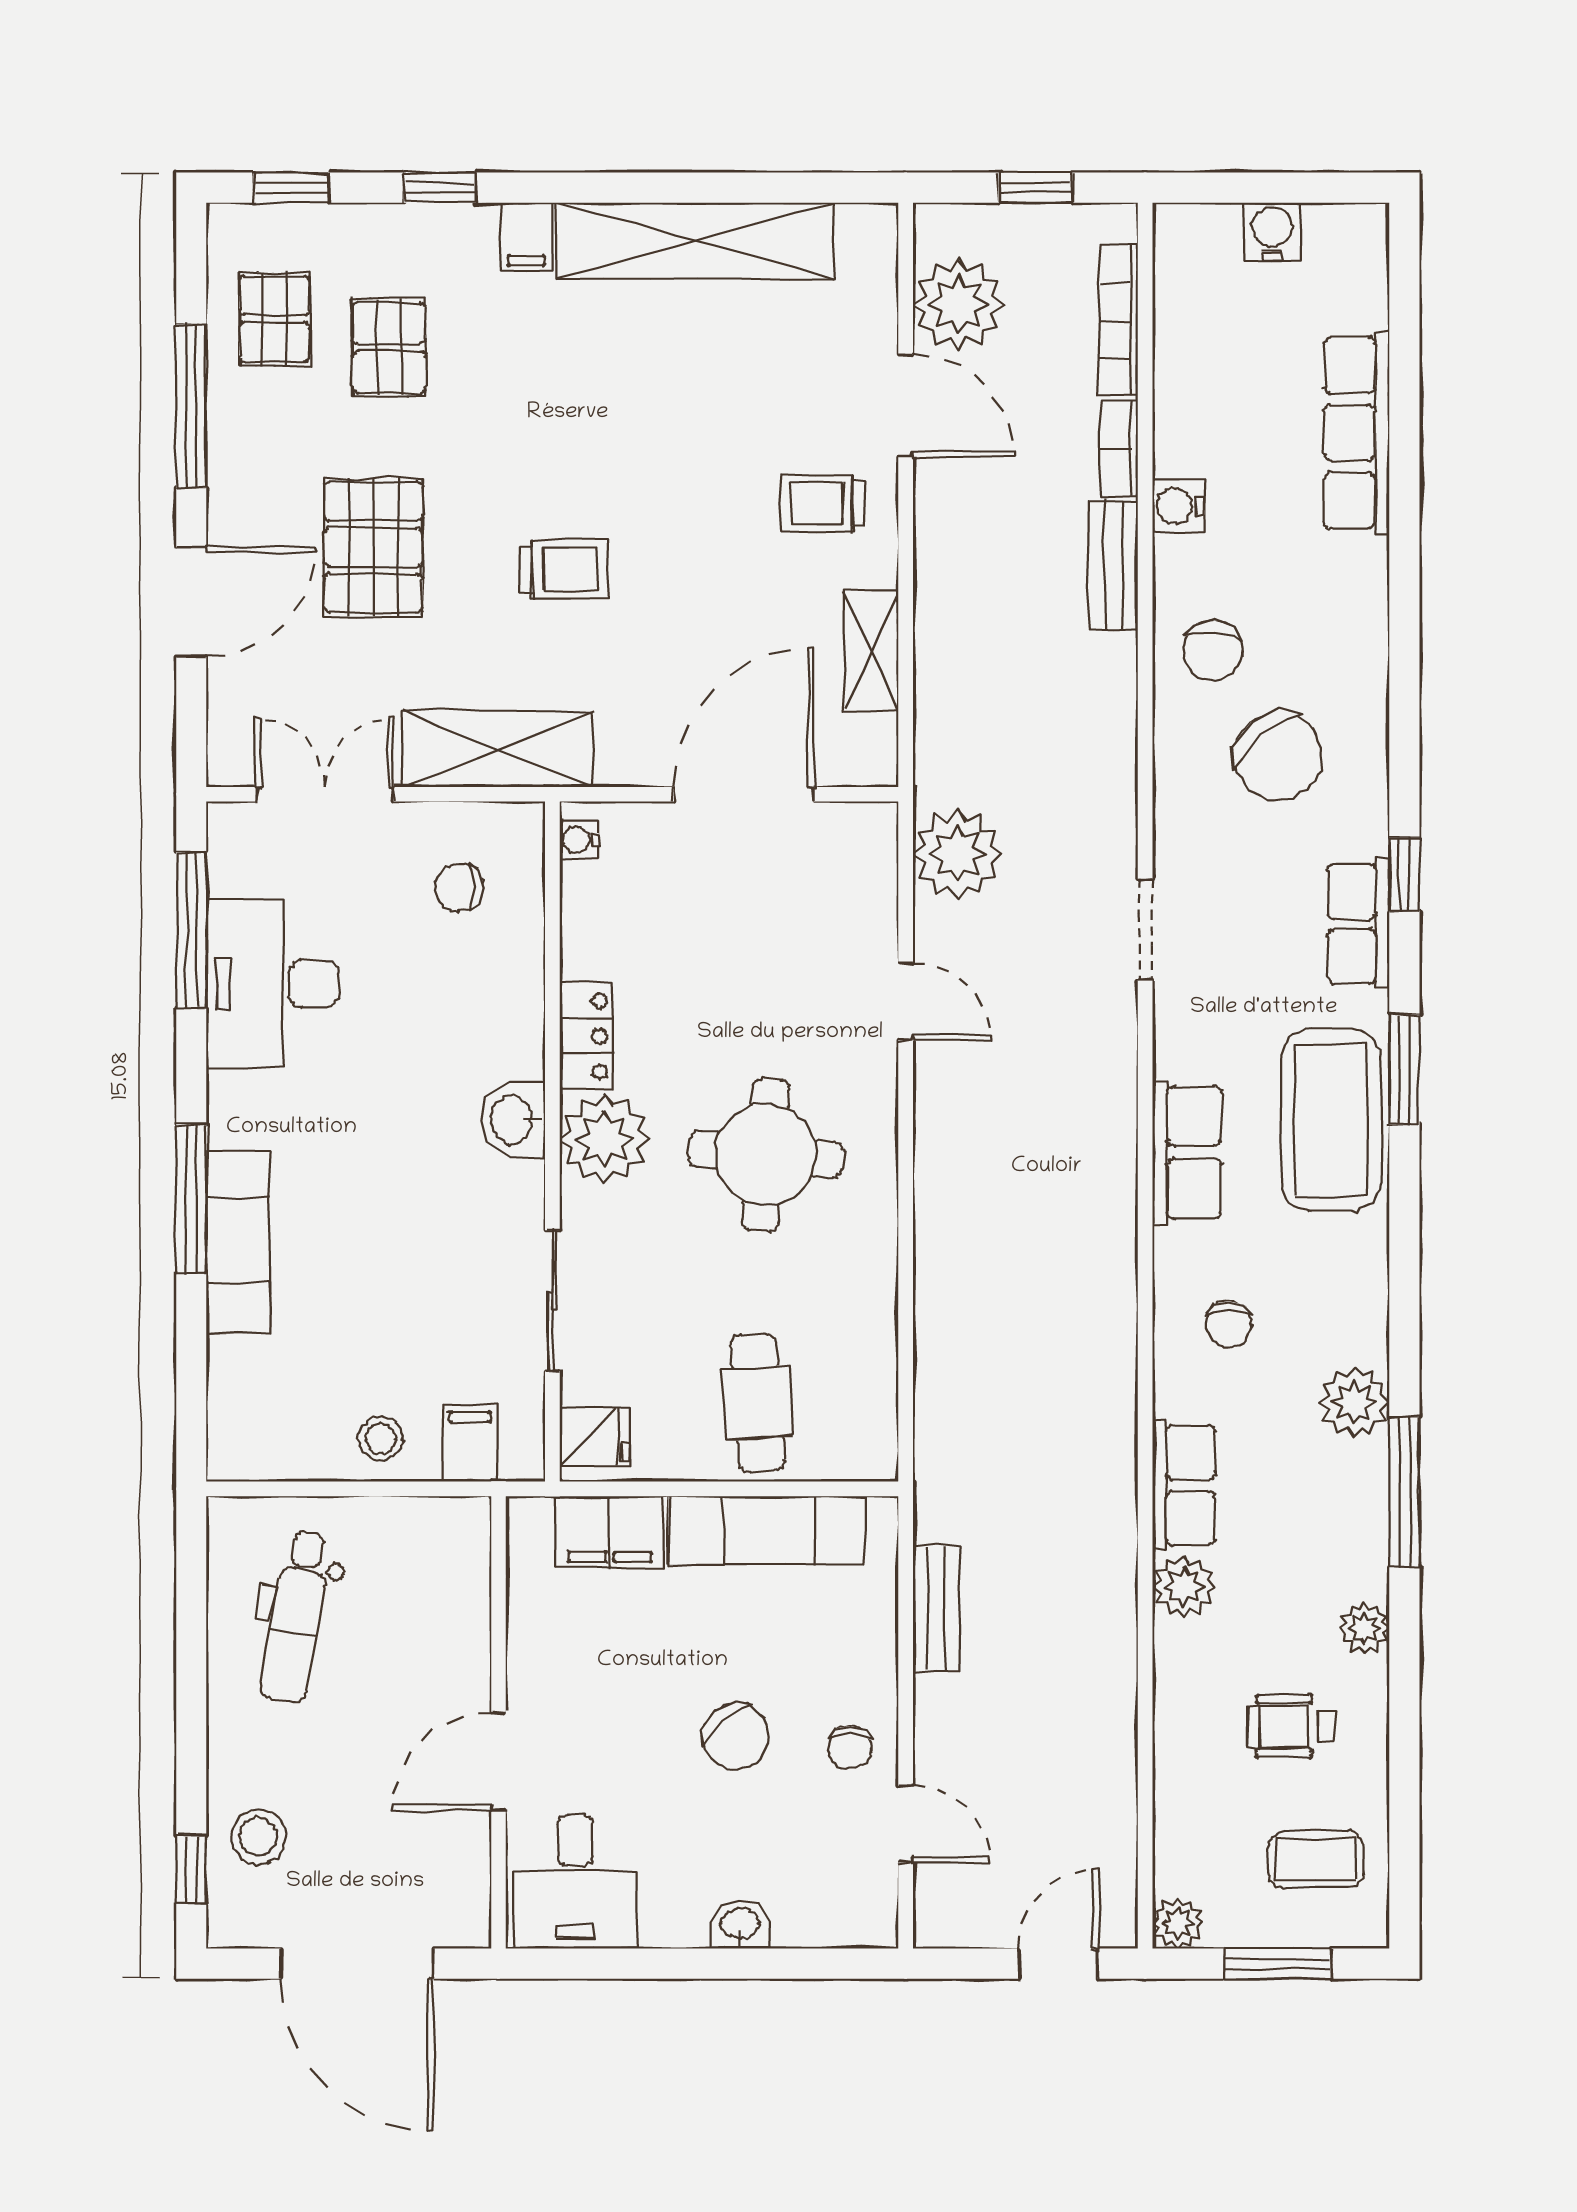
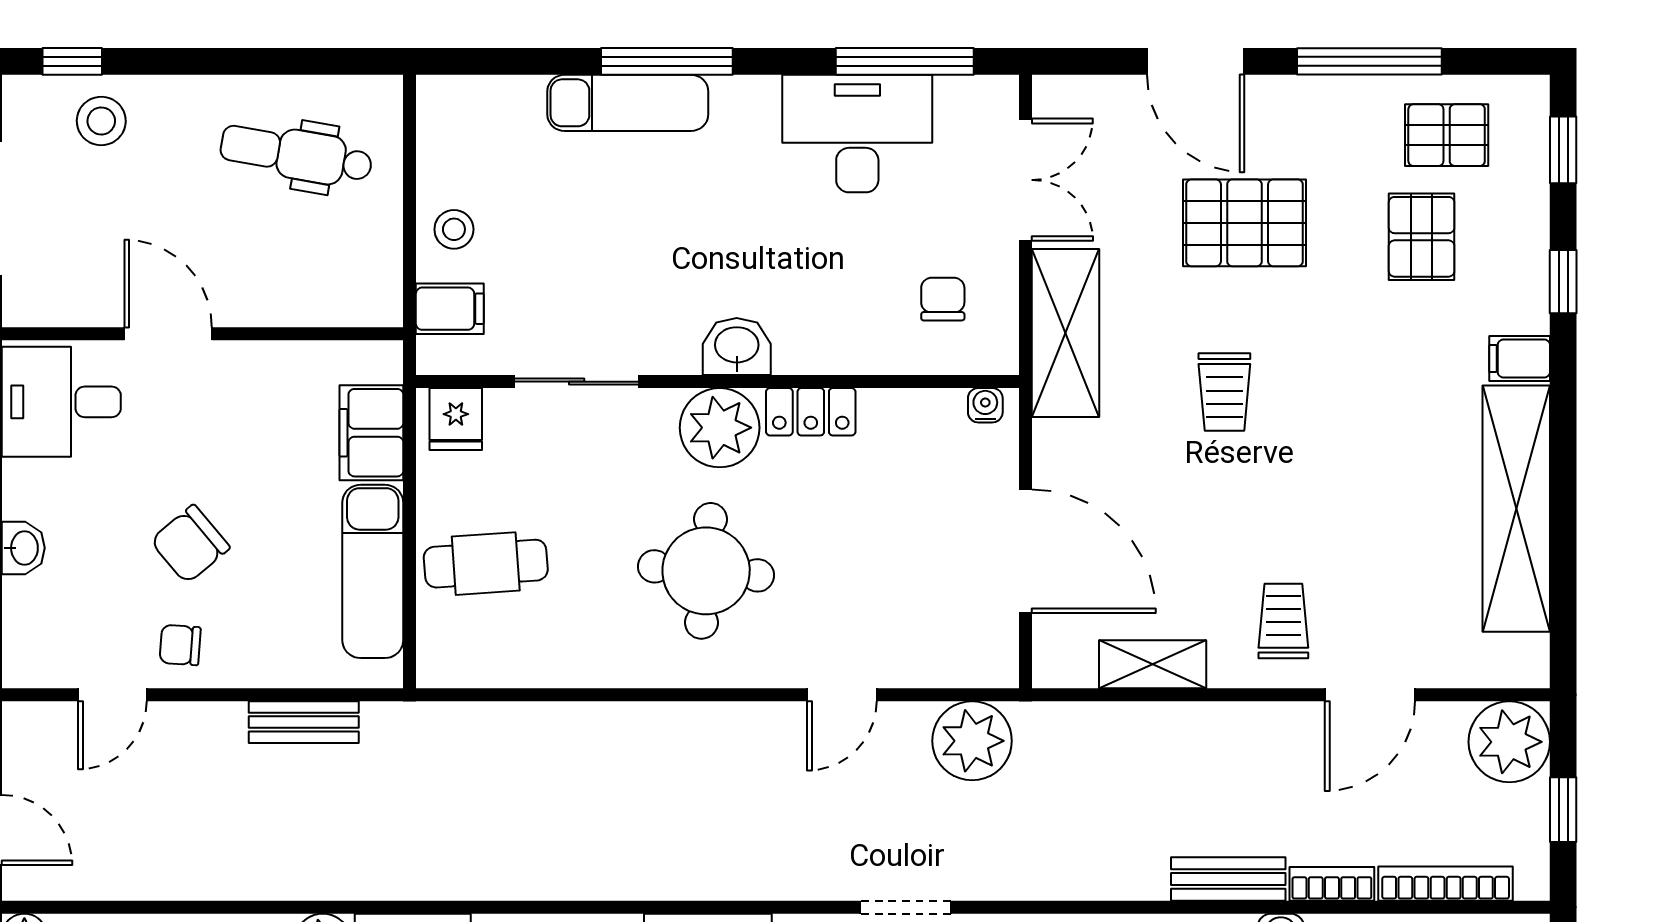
plant: (959, 304) -> (1509, 742), moved
pallet: (389, 347) -> (1422, 237), turned 90

